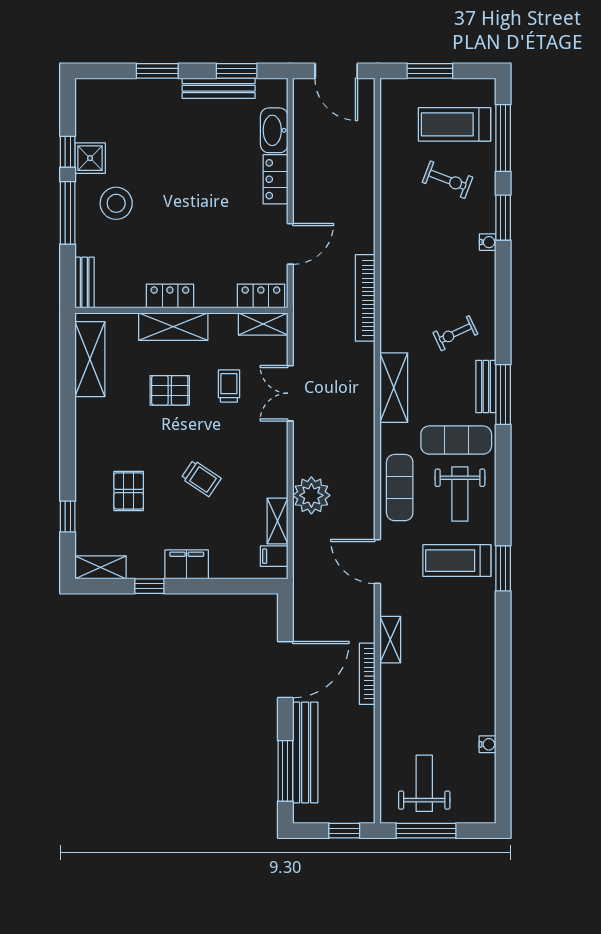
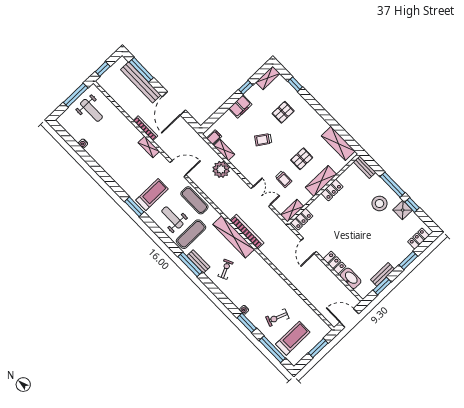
bench: (219, 88) -> (382, 274), width x0.73
locker: (108, 90) -> (418, 239), added
bookcase: (365, 298) -> (247, 232), moved
shelving: (394, 388) -> (234, 237), width x1.47
pallet: (129, 491) -> (283, 112), turned 90

